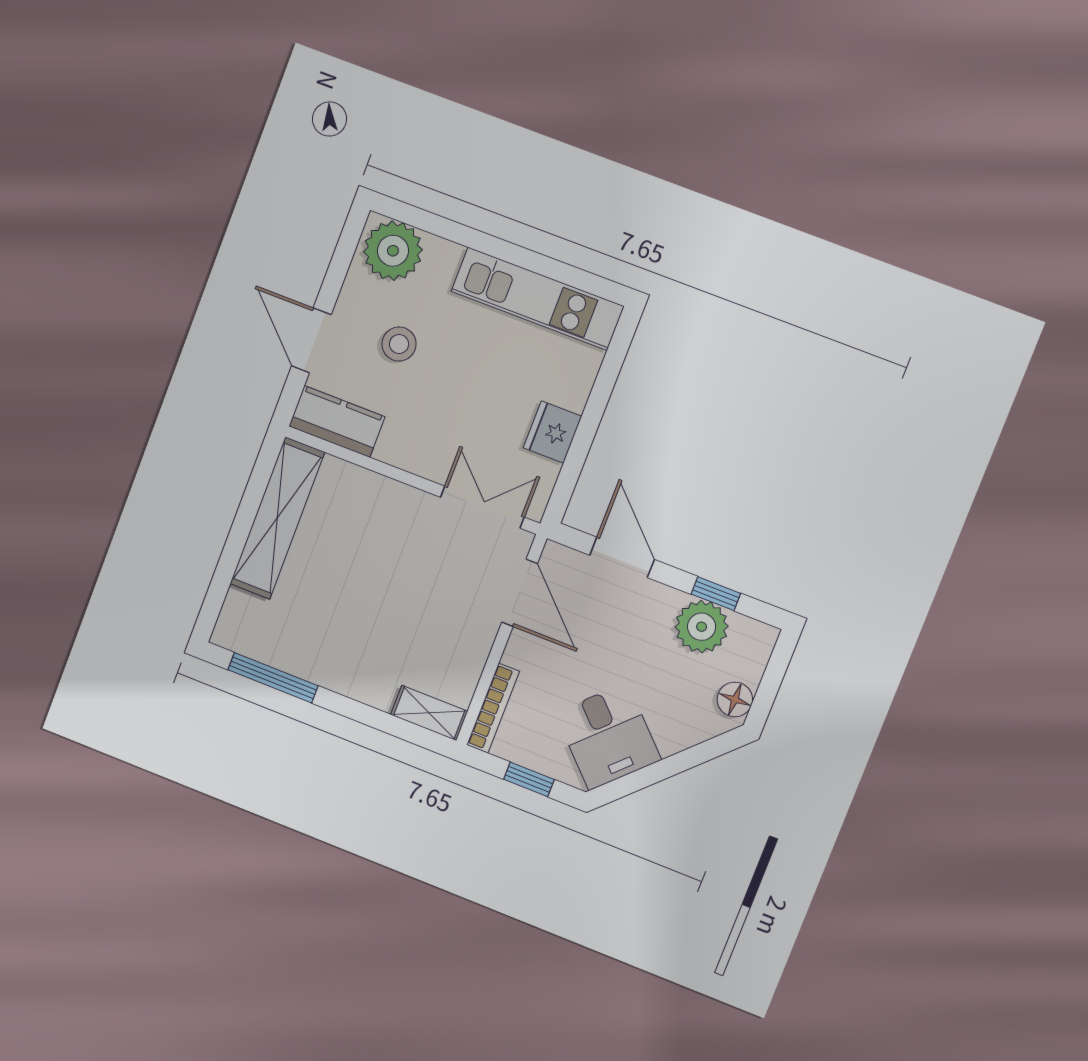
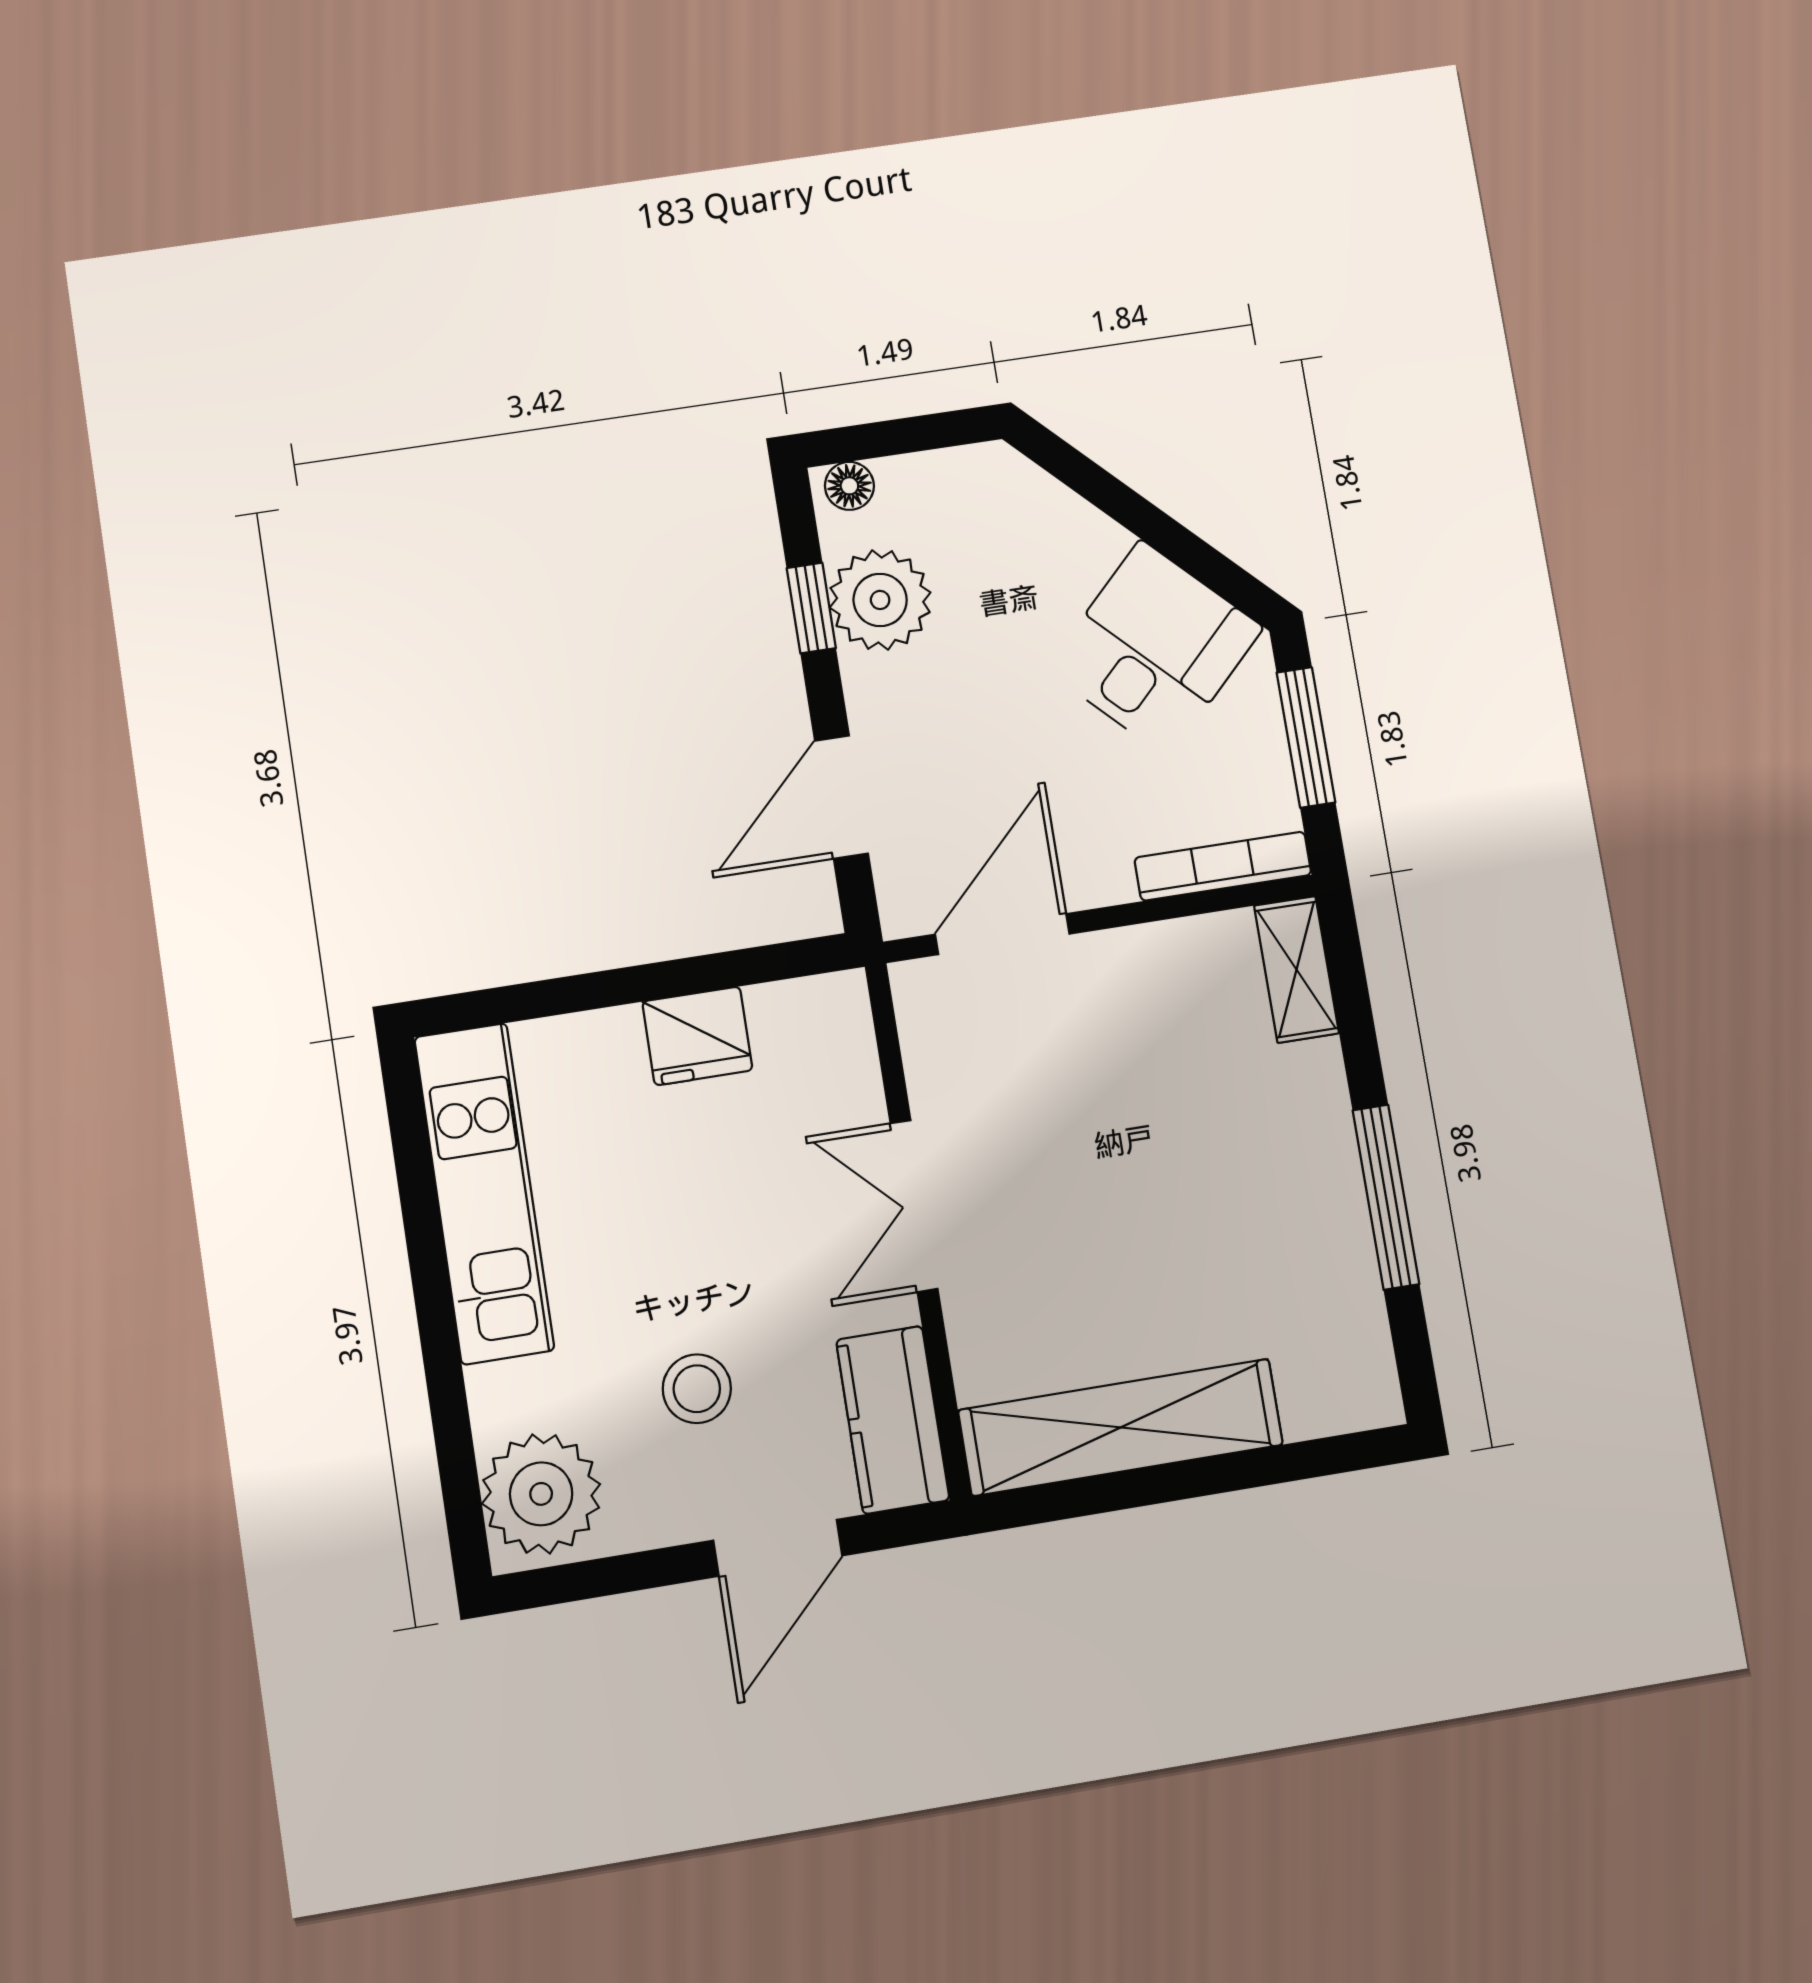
double door: (482, 507) -> (914, 1206), moved
window: (273, 678) -> (1386, 1197), moved
floor lamp: (735, 699) -> (849, 486), moved, width x0.73, depth x0.73
window: (529, 779) -> (1306, 737), width x1.50

